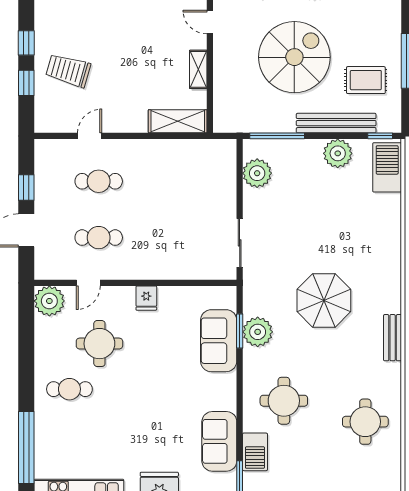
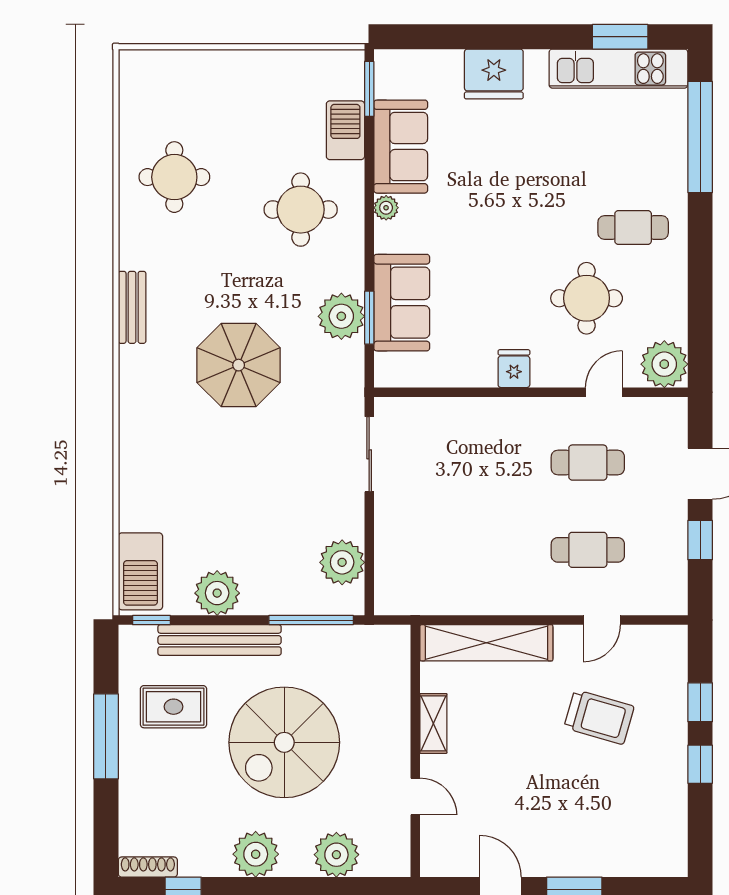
trolley: (68, 70) -> (599, 717), moved
shelving: (178, 121) -> (486, 643), width x1.47
plant: (229, 402) -> (386, 208), added

